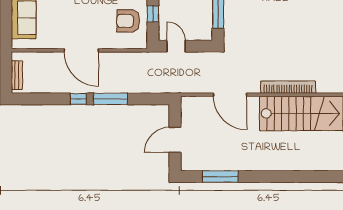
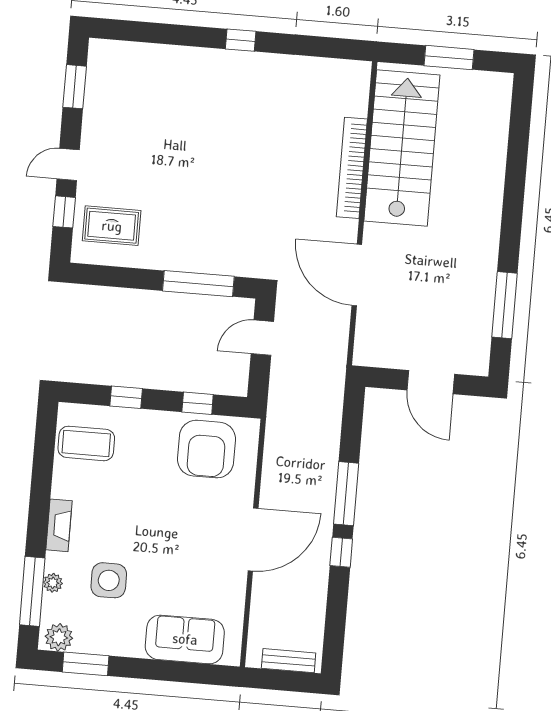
armchair: (128, 21) -> (207, 449), width x1.36, depth x1.36
door: (176, 46) -> (262, 338), moved
door: (230, 95) -> (357, 275), swing flipped

